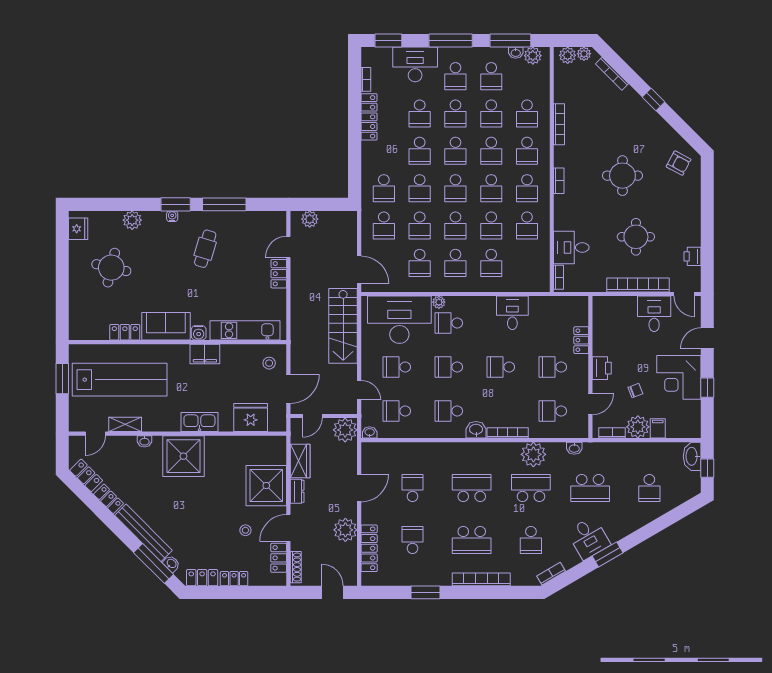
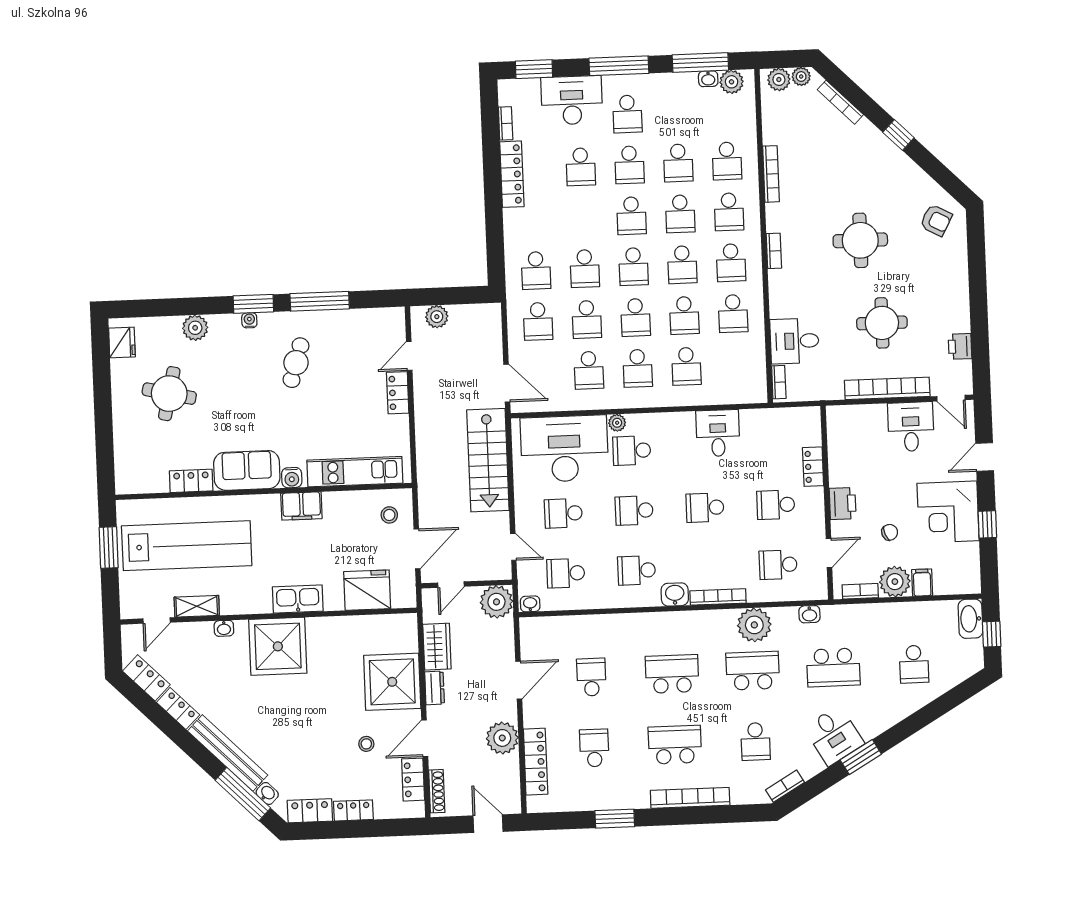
school desk: (491, 76) -> (676, 112), removed
school desk: (420, 151) -> (583, 218), removed
school desk: (472, 540) -> (675, 745), turned 180

